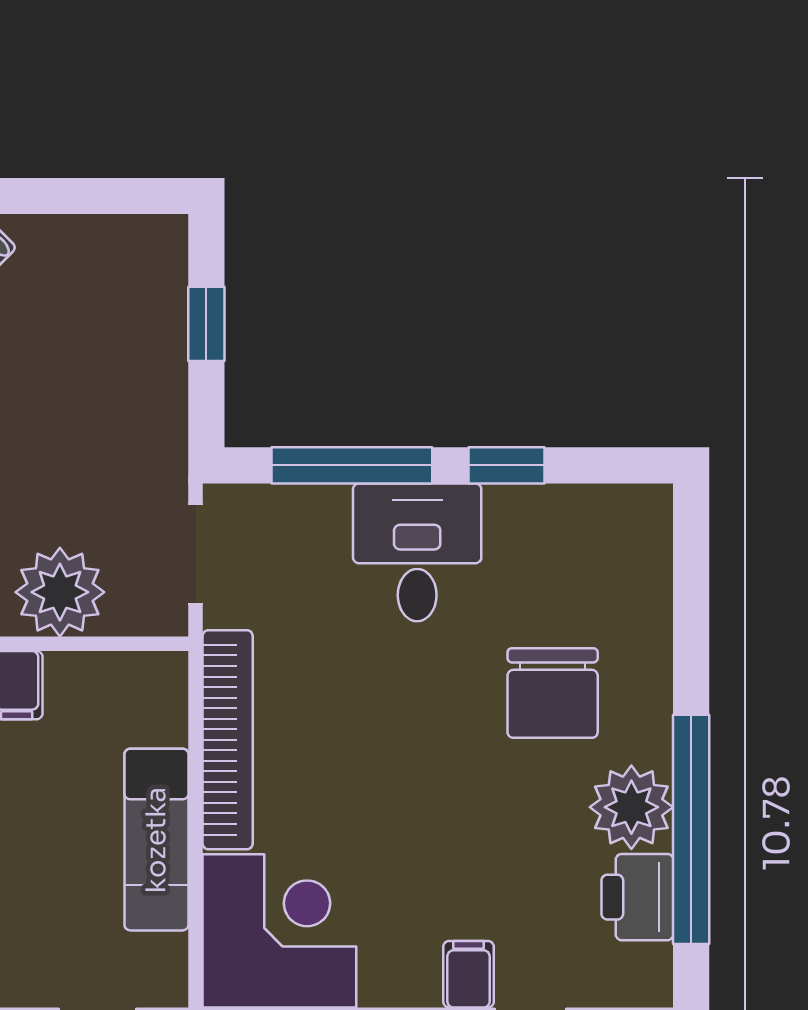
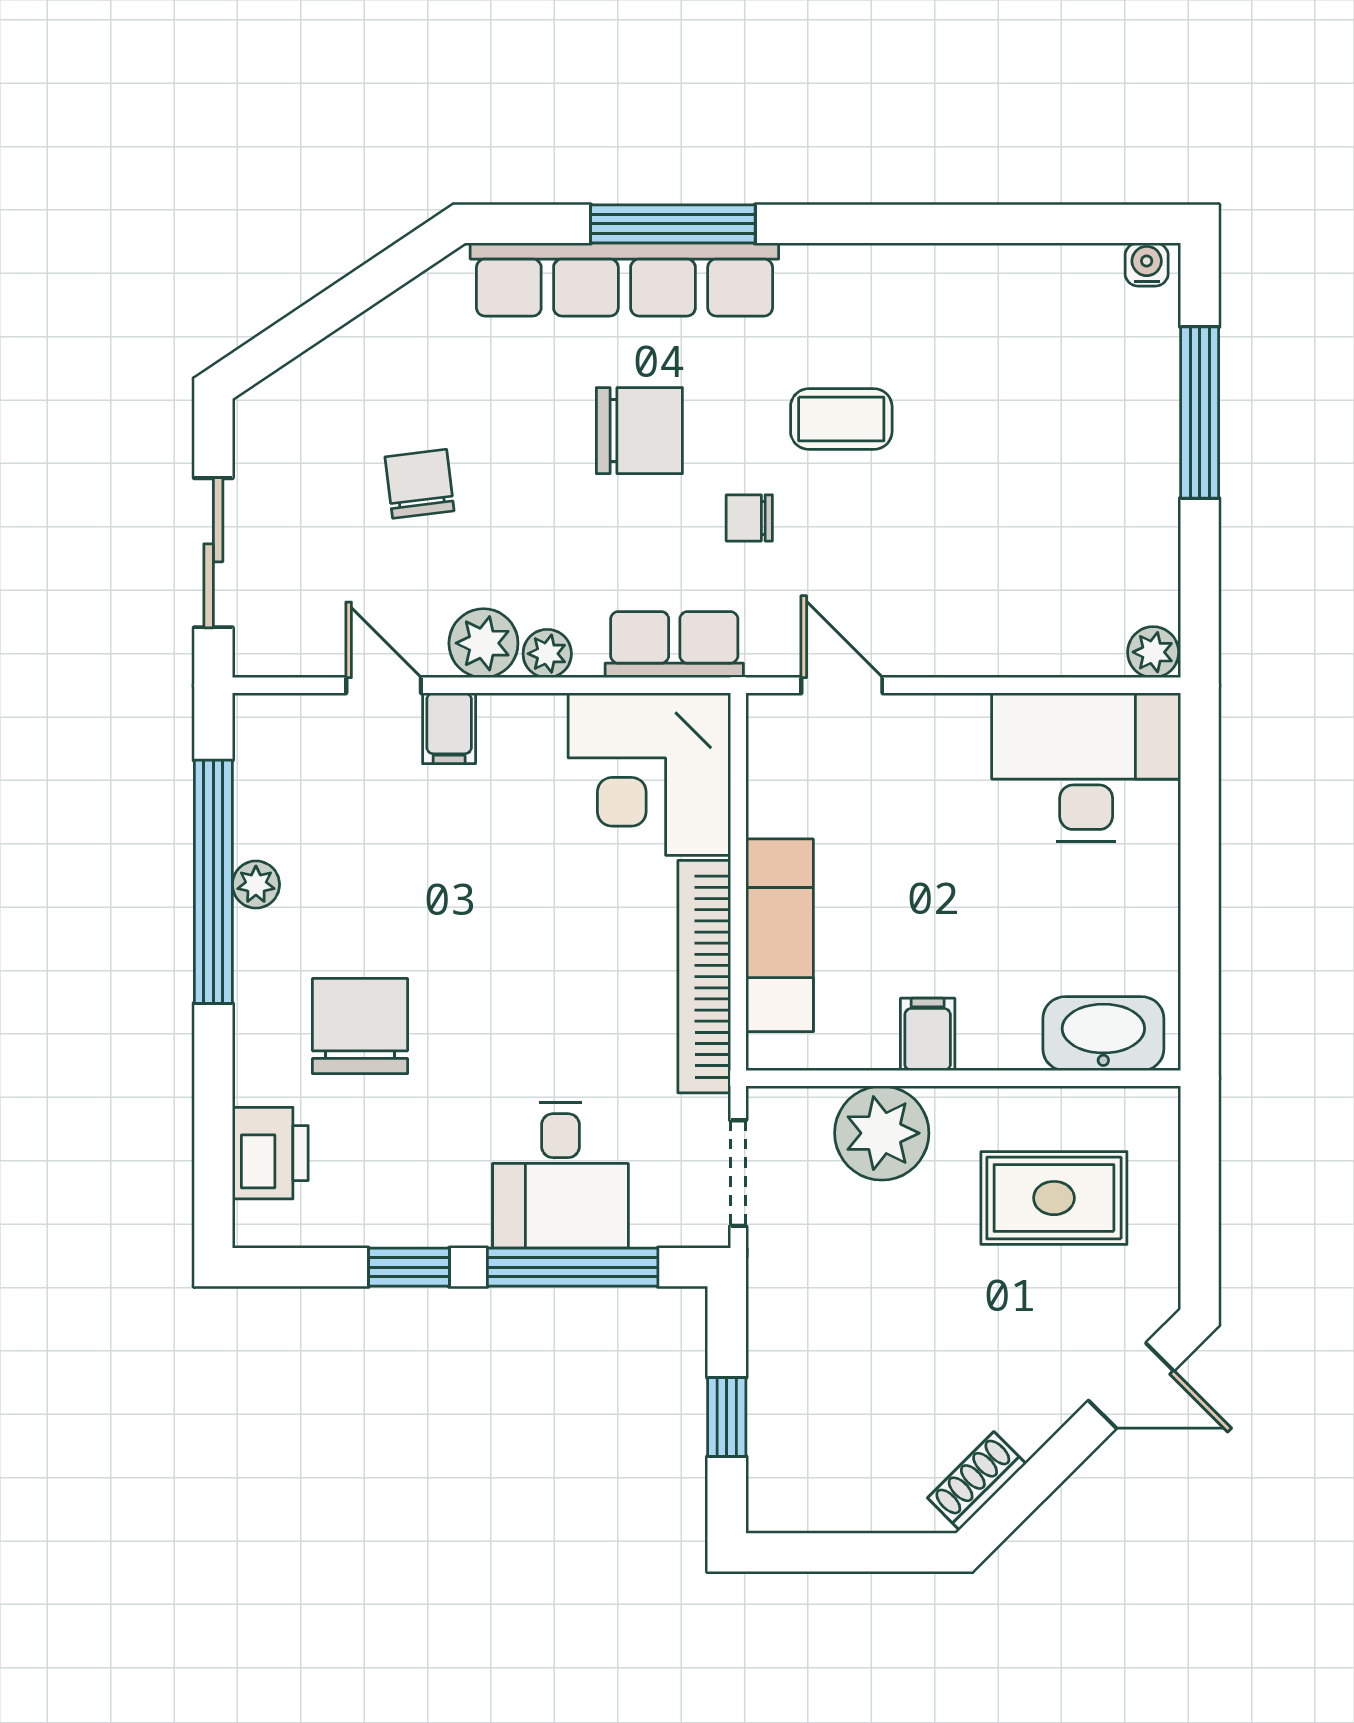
desk: (417, 552) -> (561, 1175), moved
plant: (631, 807) -> (256, 885), width x0.53, depth x0.53
exam couch: (156, 840) -> (780, 935), moved
printer: (637, 897) -> (270, 1153), moved

